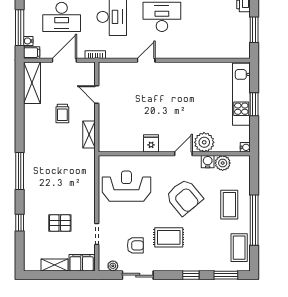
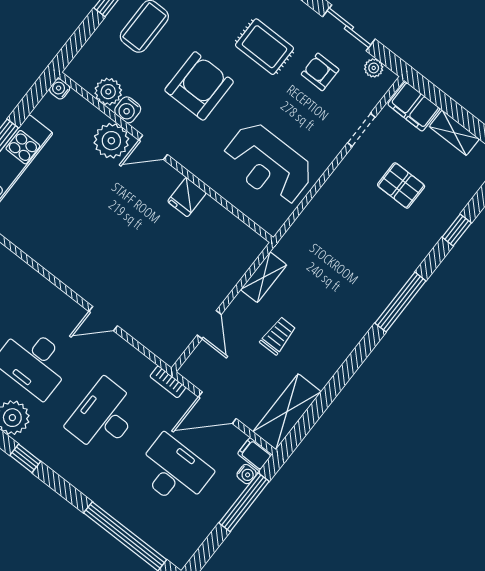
armchair: (184, 197) -> (199, 86), turned 40

